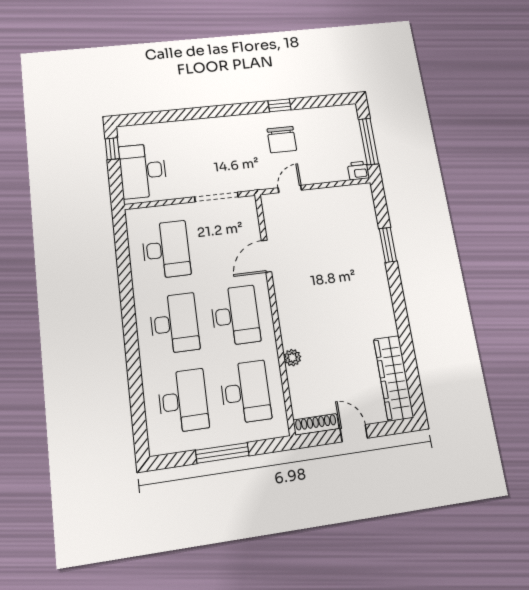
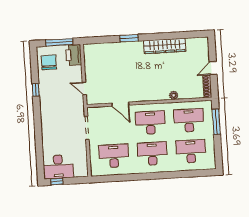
chair: (282, 140) -> (49, 62), moved, turned -90
printer: (358, 170) -> (74, 55), width x1.87, depth x1.48
desk: (143, 171) -> (58, 167), moved
window: (388, 245) -> (129, 38), moved
wardrobe: (394, 378) -> (165, 46), moved
window: (222, 453) -> (216, 122), moved

